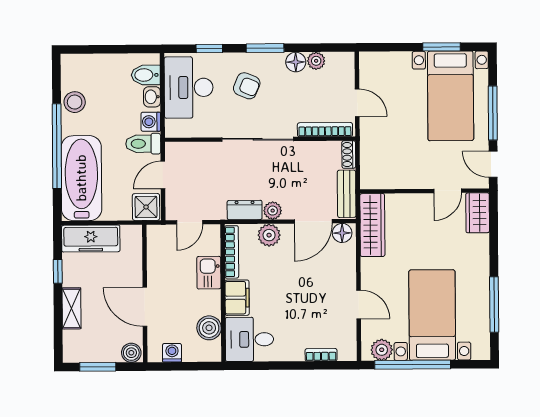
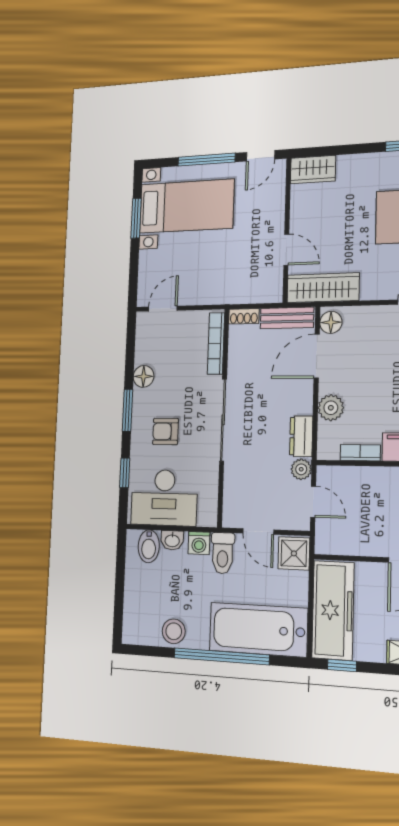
plant: (316, 61) -> (143, 354), removed
armchair: (247, 86) -> (166, 431), turned -113
door: (357, 103) -> (163, 309), moved
door: (448, 191) -> (286, 250), moved
plant: (273, 211) -> (301, 469), moved
door: (313, 221) -> (317, 356), swing flipped
freezer: (91, 239) -> (333, 610), width x1.36, depth x1.26
bookcase: (232, 252) -> (360, 453), width x0.64
window: (58, 271) -> (342, 665), moved
kitchen sink: (209, 273) -> (373, 481), removed

